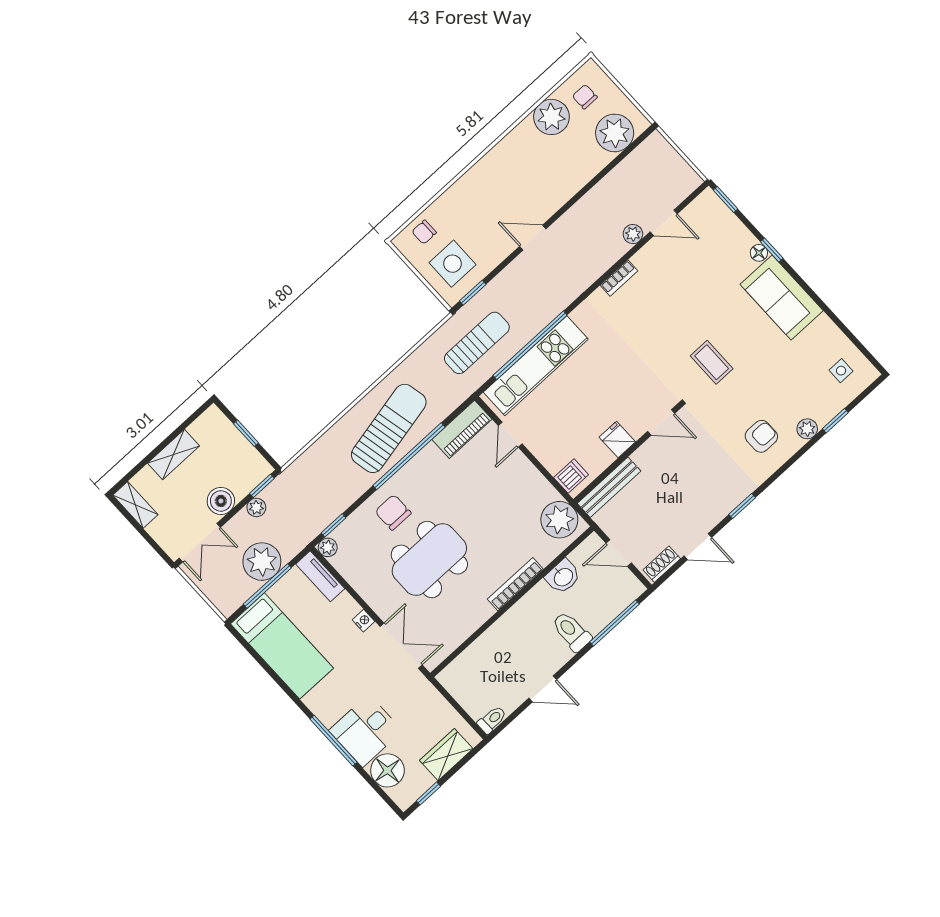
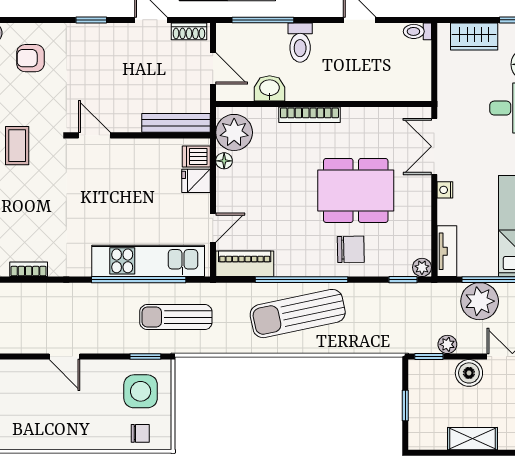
fridge: (617, 439) -> (196, 181), moved, turned 90
floor lamp: (547, 492) -> (224, 161), added
chair: (393, 512) -> (351, 249), turned -91

